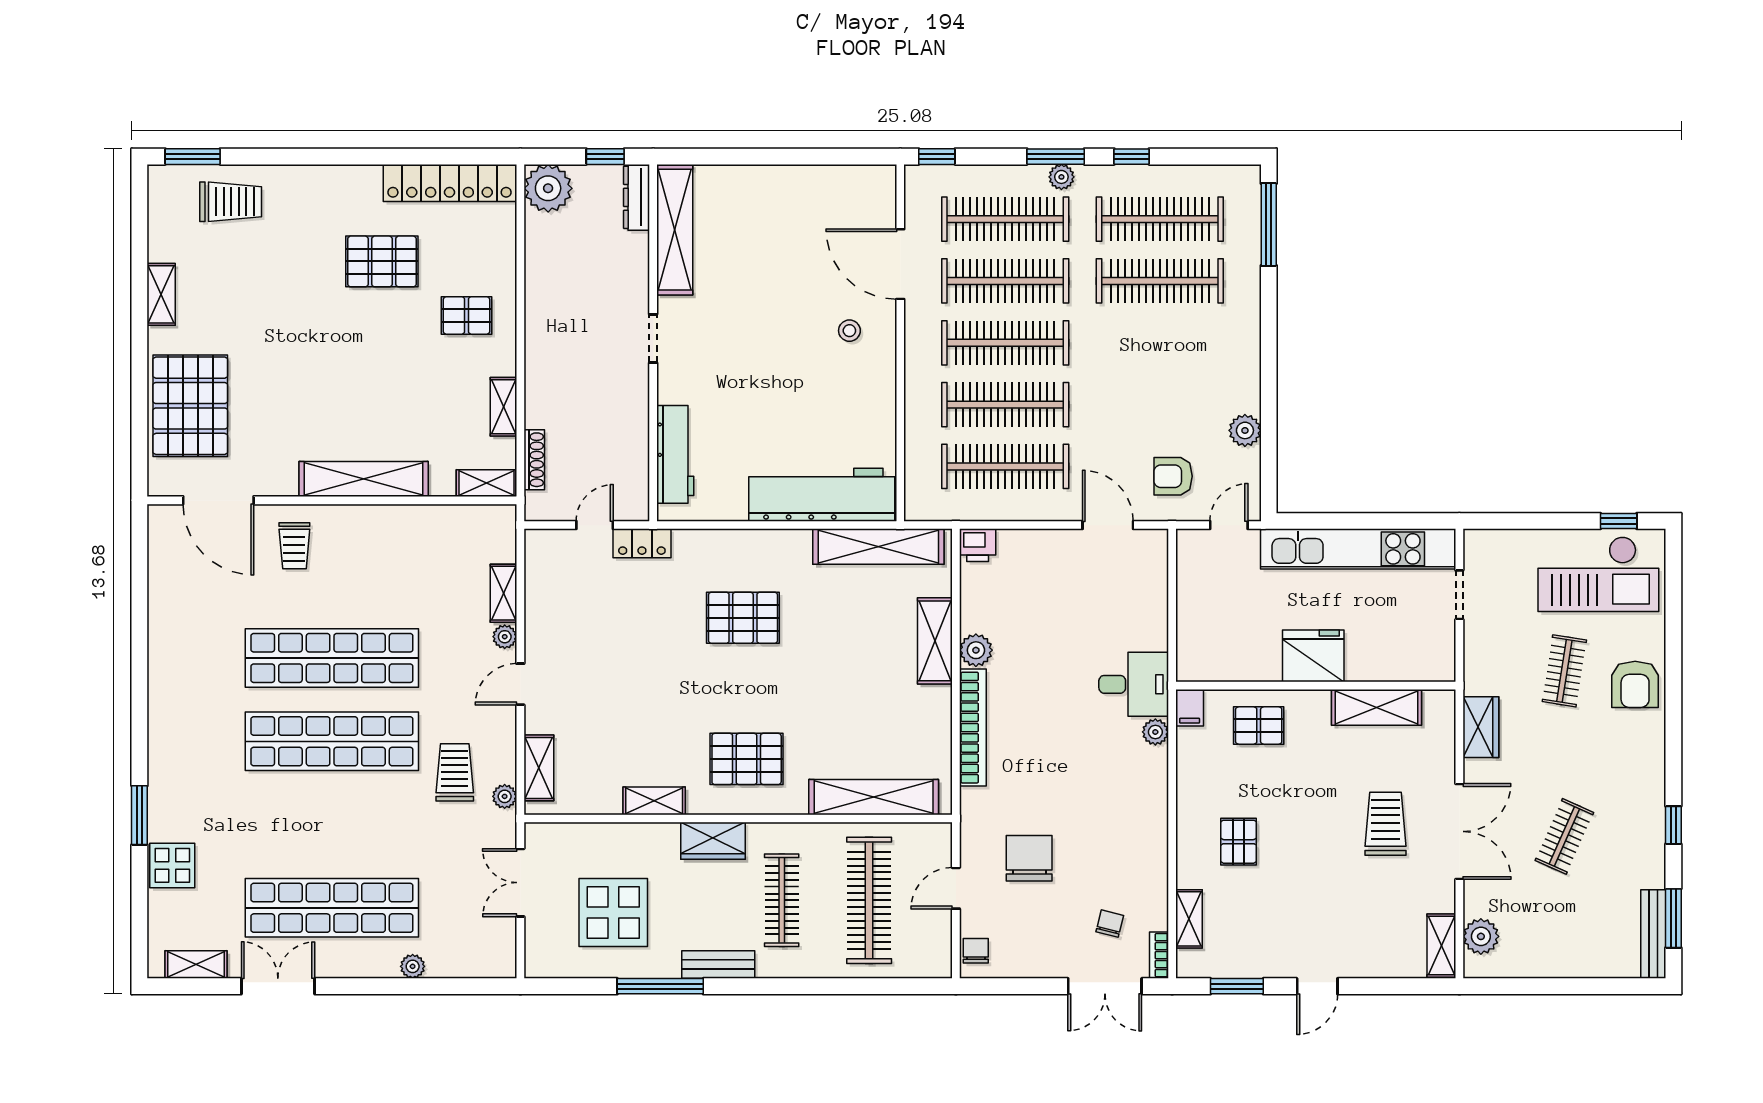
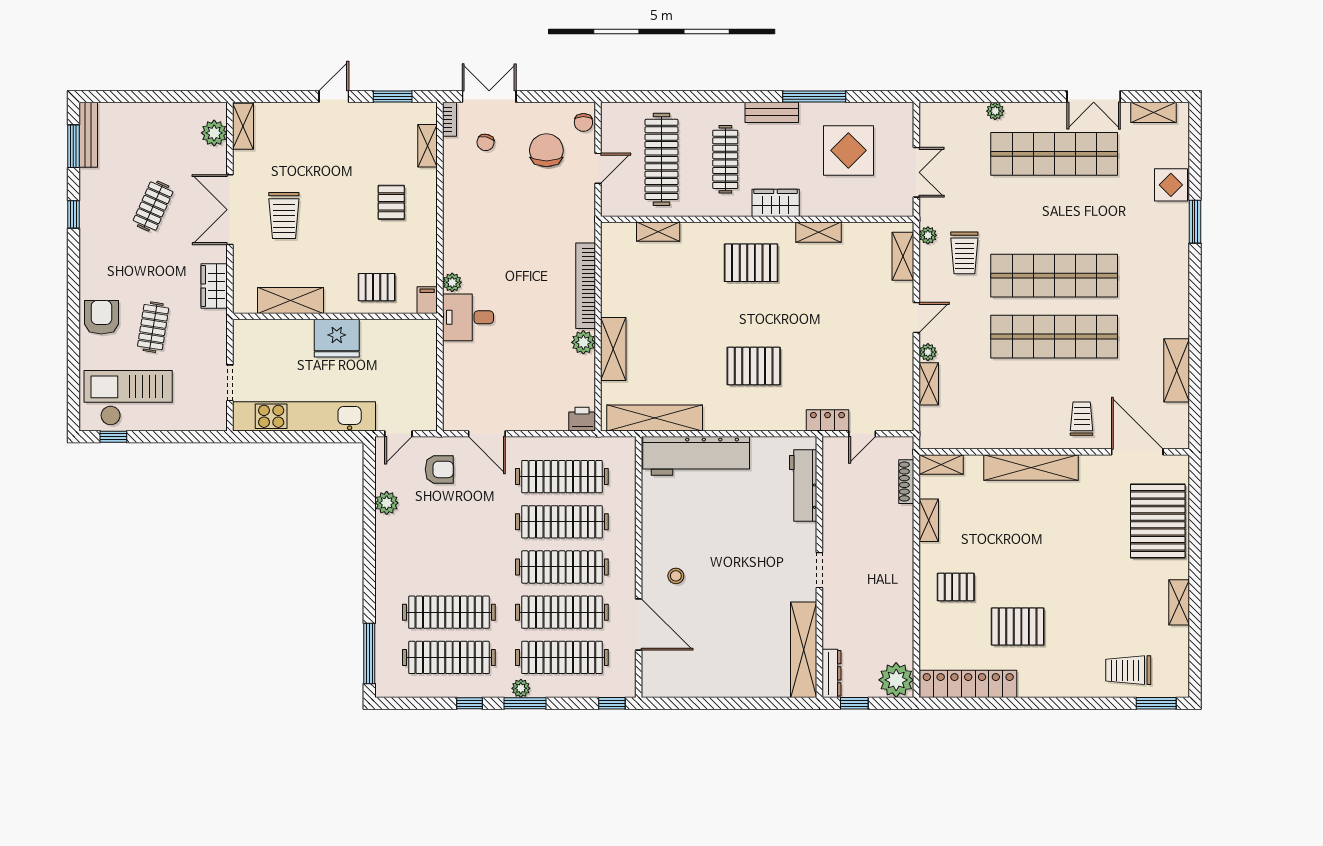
shelving: (165, 612) -> (1177, 370), added
shelving: (874, 797) -> (658, 232), width x0.45, depth x0.75
chair: (1029, 858) -> (546, 150), moved, turned 180

